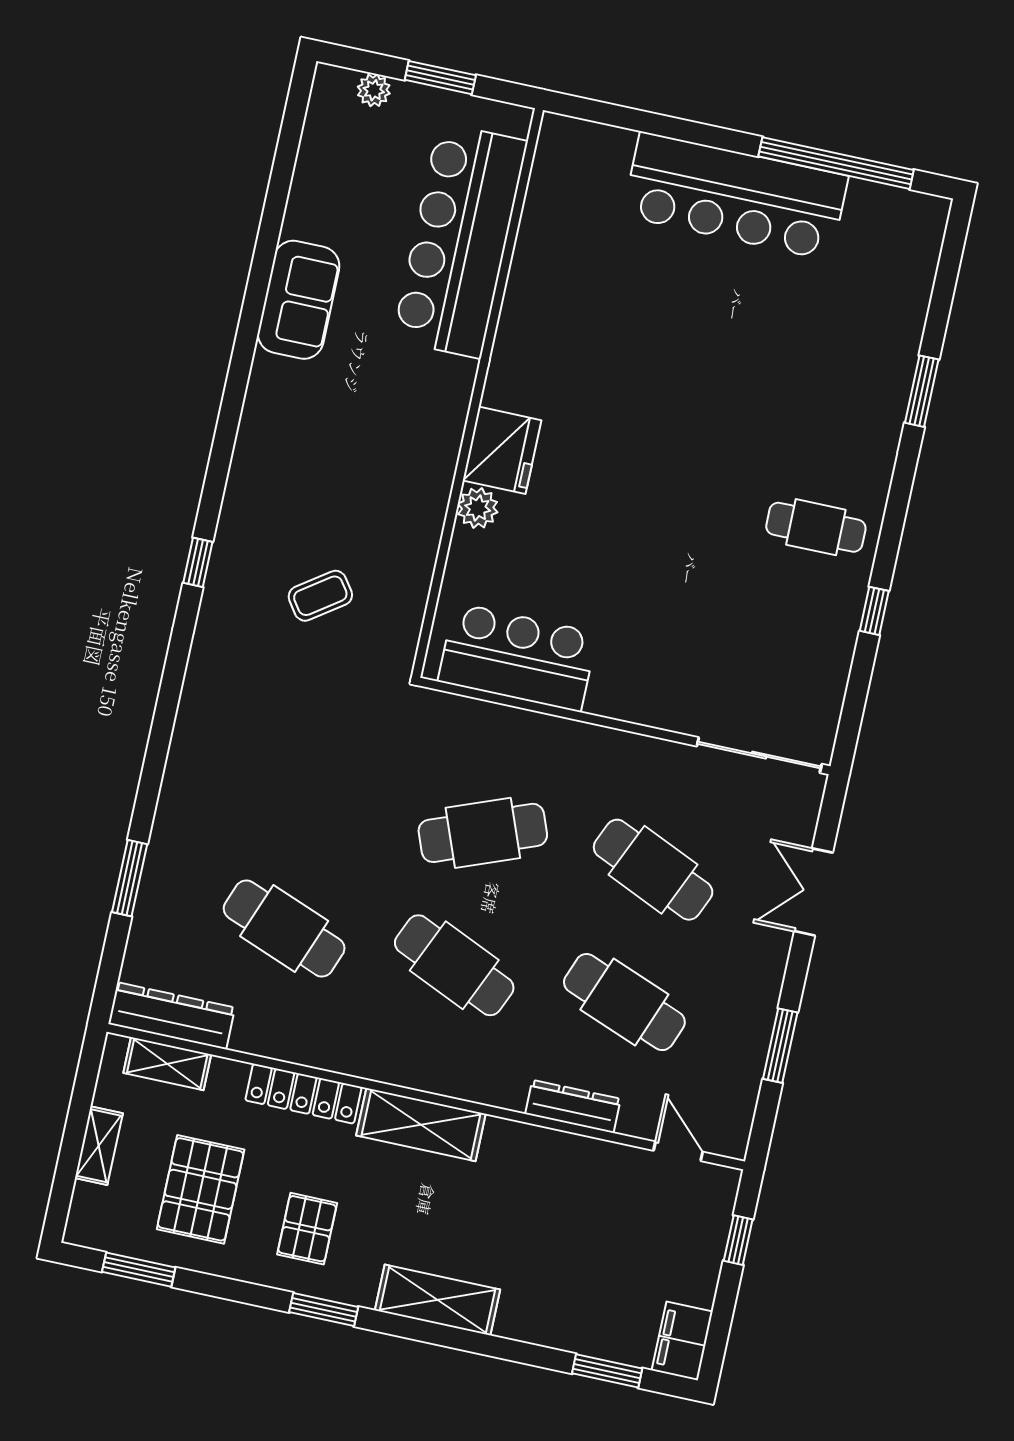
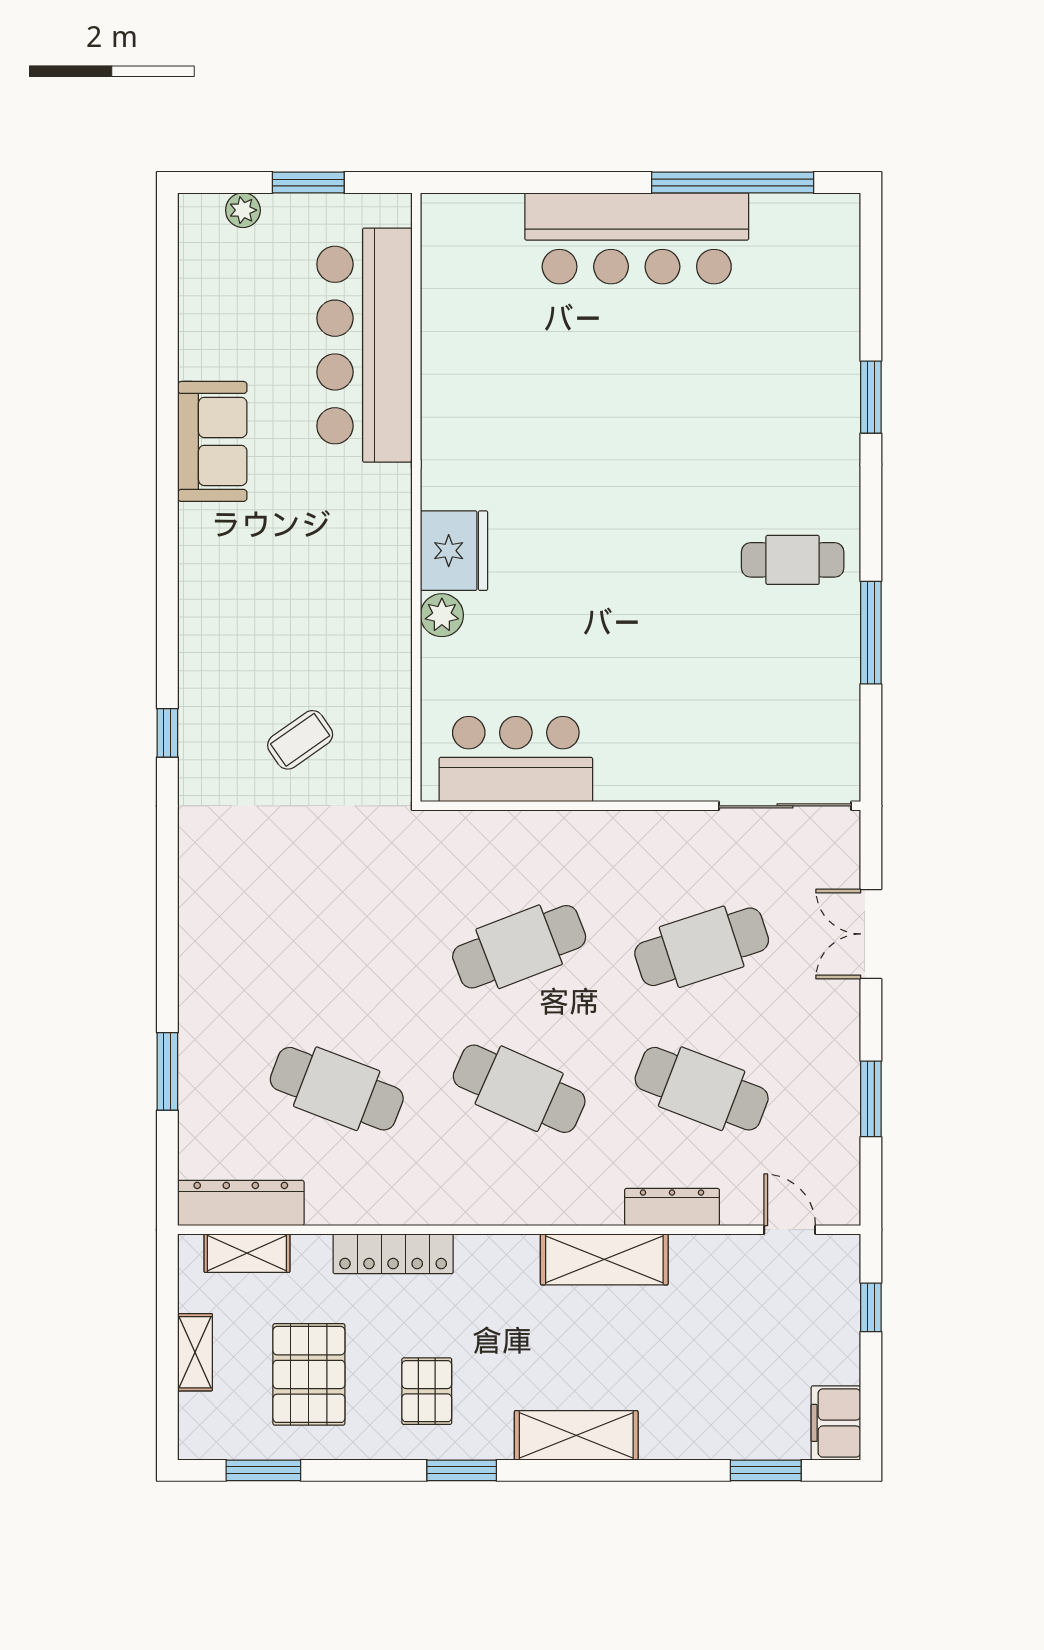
window: (874, 611) -> (871, 633), width x2.17
cafe table: (653, 870) -> (702, 947), turned -42
shelving: (421, 1125) -> (604, 1259), moved

